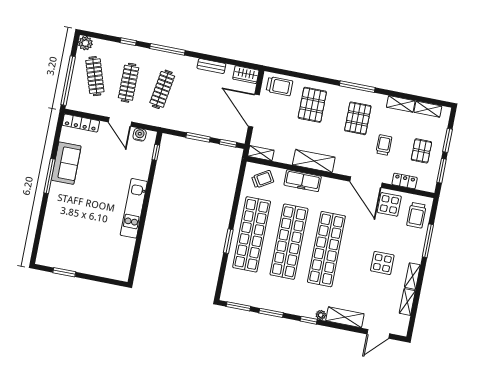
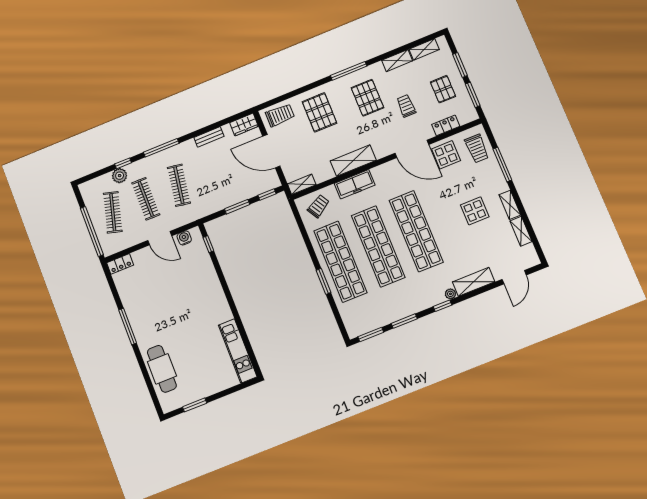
plant: (85, 43) -> (120, 176), moved
clothes rail: (95, 76) -> (113, 212), turned 33
locker: (81, 123) -> (120, 264), width x0.66
sofa: (66, 163) -> (135, 305), removed
kitchen unit: (134, 208) -> (238, 351), moved
cafe table: (56, 227) -> (162, 369), added

